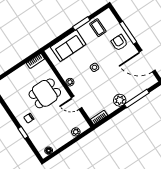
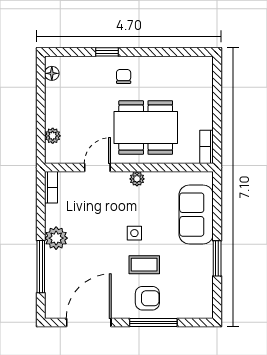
coffee table: (98, 28) -> (144, 265), moved
dining table: (45, 93) -> (146, 128), width x1.38

